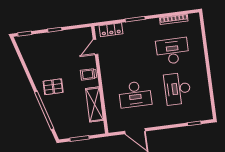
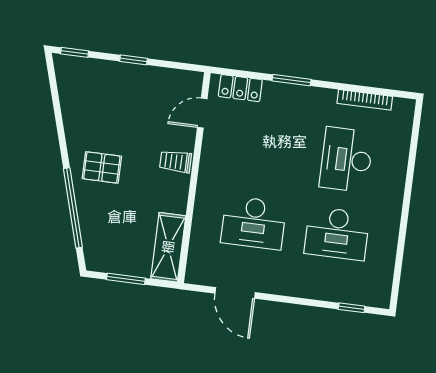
desk: (172, 51) -> (346, 160), turned -90
desk: (177, 89) -> (337, 233), turned -90
shelving: (94, 104) -> (168, 247), moved

